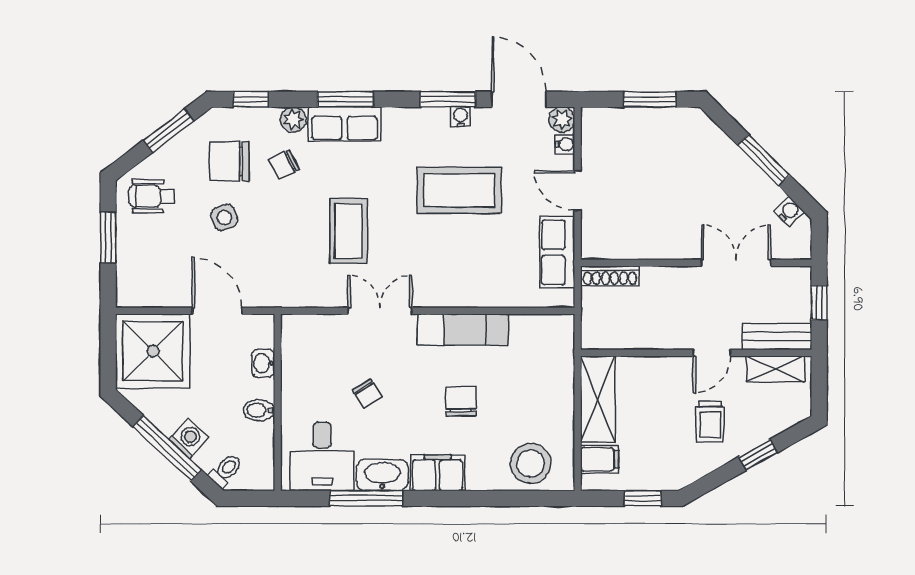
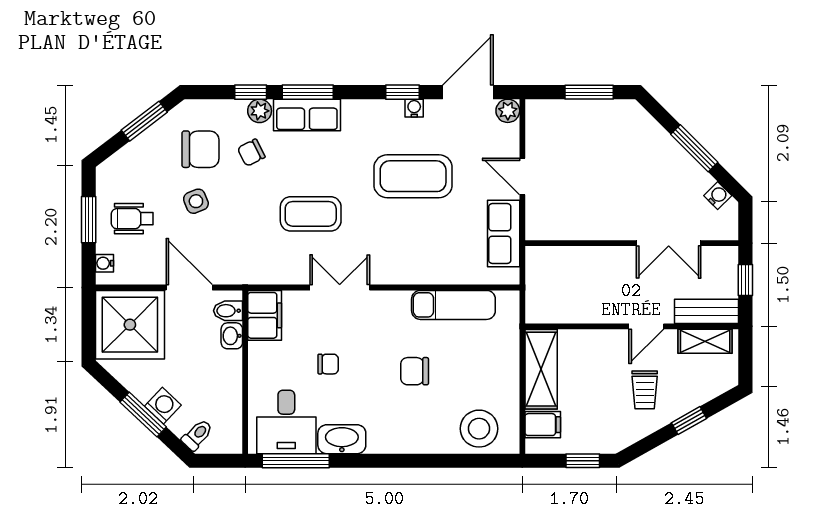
window: (251, 99) -> (251, 92), moved
window: (448, 99) -> (402, 92), width x0.67
door: (519, 99) -> (468, 92), hinge flipped
water cooler: (565, 144) -> (104, 263), moved, turned 180
chair: (229, 161) -> (200, 149), turned 180
wheelchair: (151, 196) -> (132, 219), moved
coffee table: (348, 231) -> (311, 214), turned 90
double door: (736, 263) -> (669, 243), swing flipped
shoe rack: (610, 276) -> (552, 255), removed
exam couch: (463, 330) -> (453, 305), moved
chair: (367, 394) -> (328, 364), turned -58
chair: (461, 401) -> (415, 371), turned -90
bidet: (259, 410) -> (228, 311), moved
window: (167, 448) -> (143, 415), width x0.69
filing cabinet: (438, 473) -> (265, 315), moved, turned 90
window: (366, 498) -> (296, 461), moved

